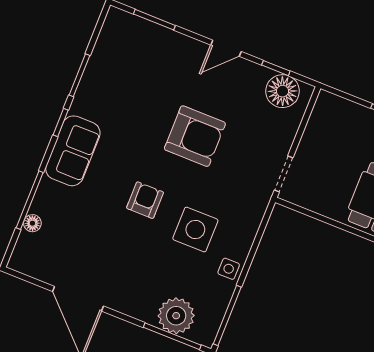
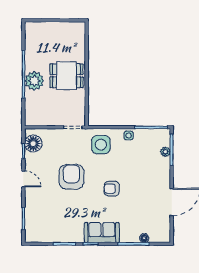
side table: (195, 230) -> (101, 145), moved
plant: (176, 316) -> (165, 152), width x0.53, depth x0.53

